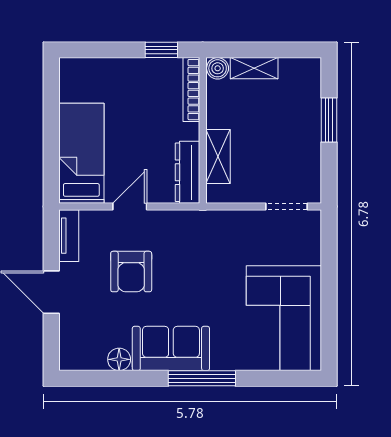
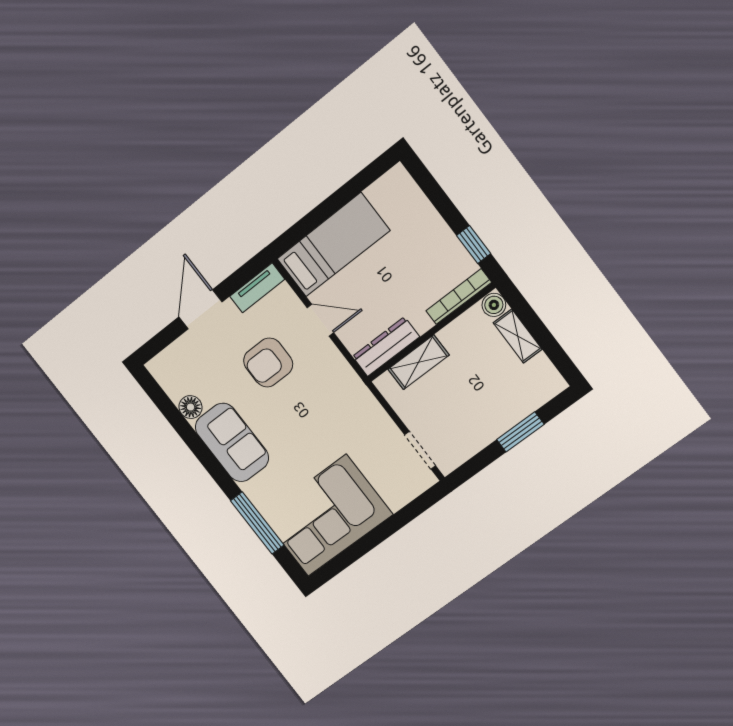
window: (202, 378) -> (257, 523), moved

